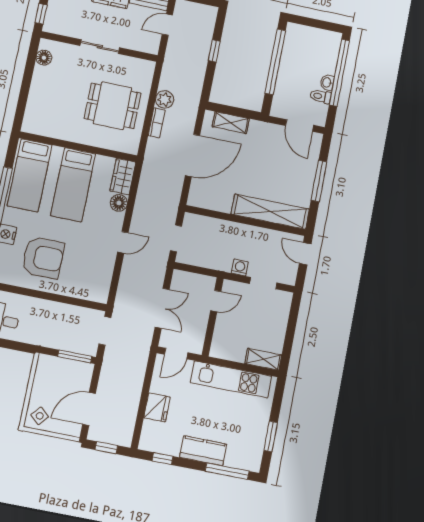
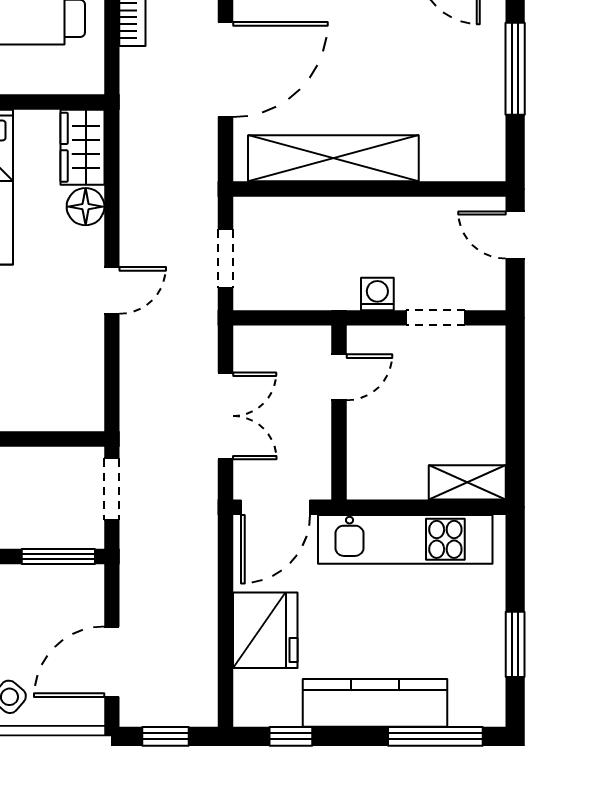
shelving: (270, 212) -> (333, 158), moved
door: (176, 354) -> (276, 507), width x1.38
fridge: (157, 407) -> (265, 630), width x1.36, depth x1.34
kitchen counter: (203, 451) -> (375, 703), width x1.50

